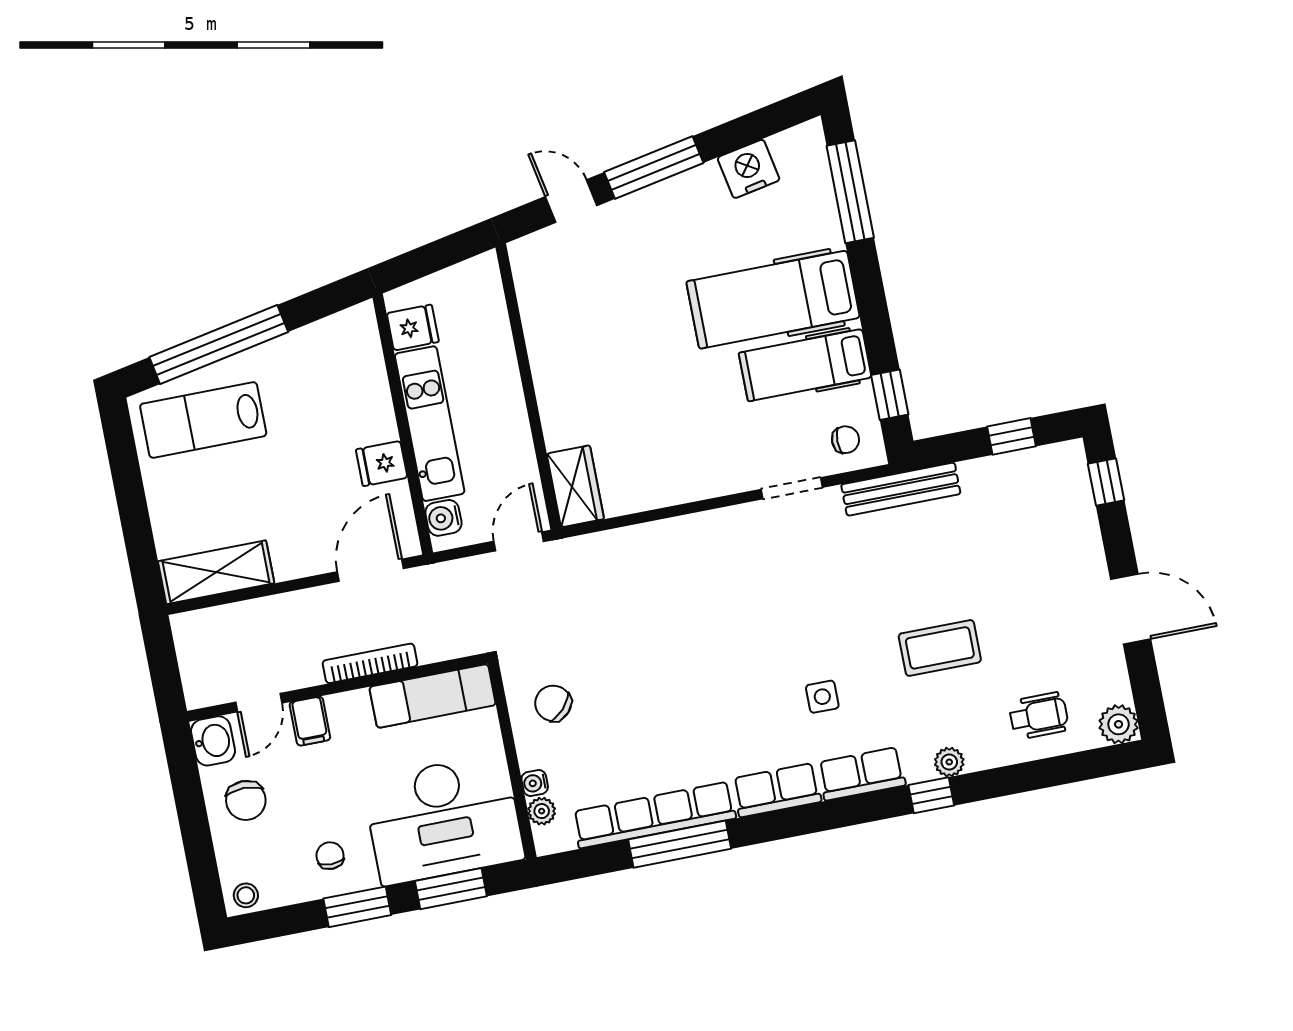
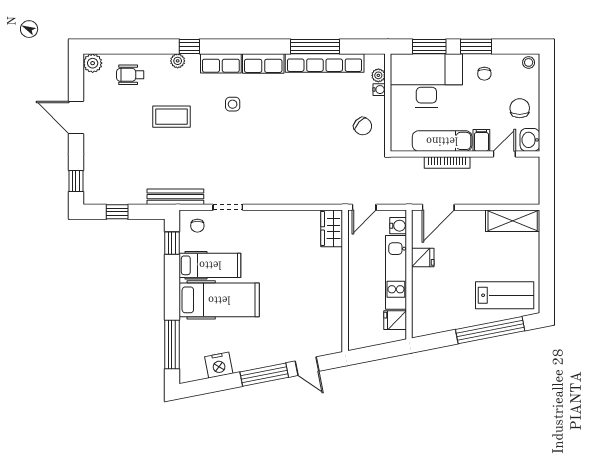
chair: (846, 440) -> (197, 226), turned -90
exam couch: (433, 696) -> (442, 141), moved

